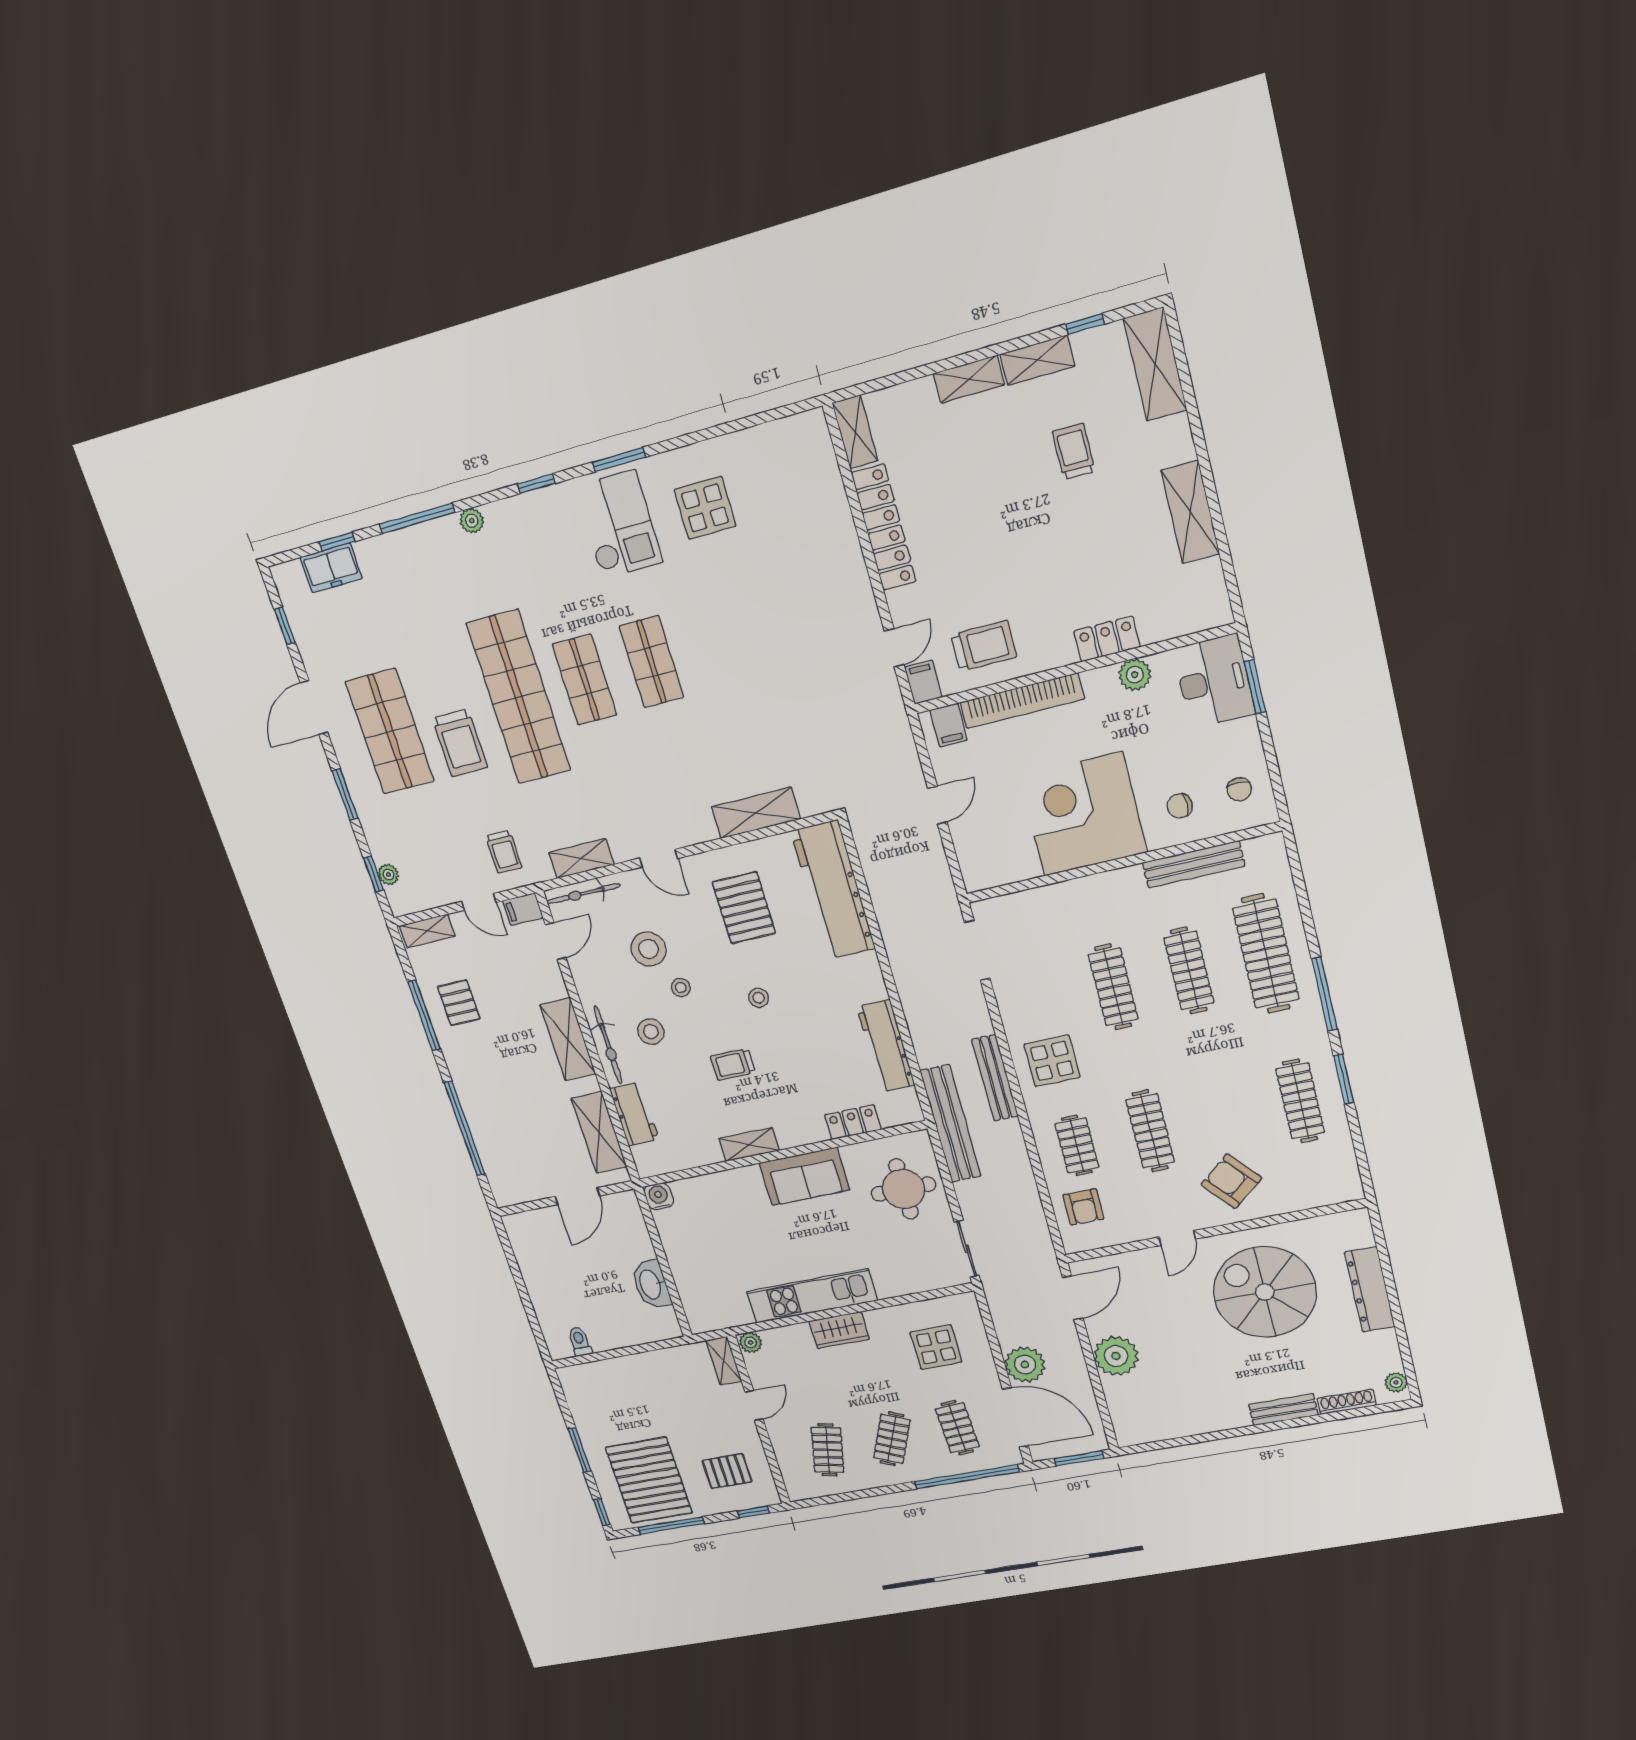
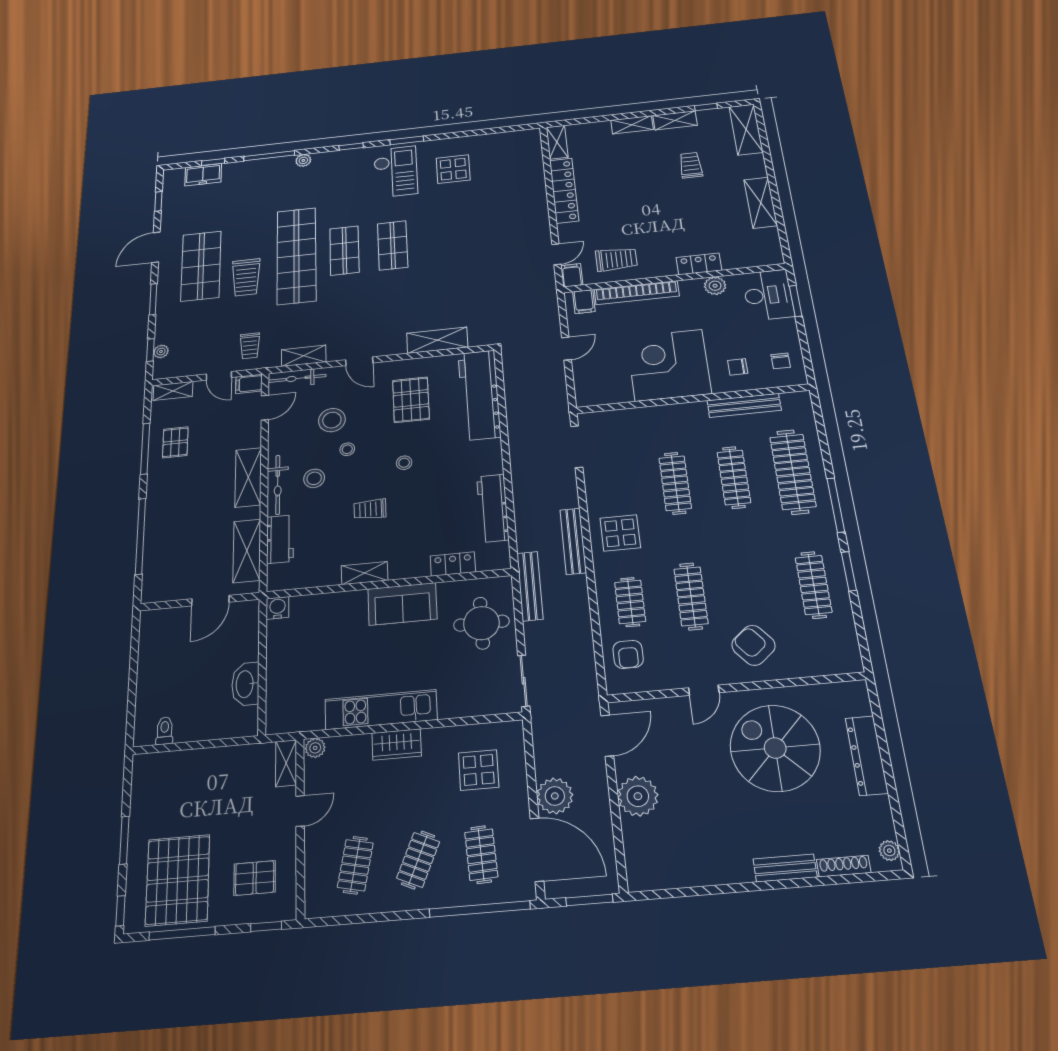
bench: (951, 1124) -> (530, 586), width x0.73, depth x0.82

